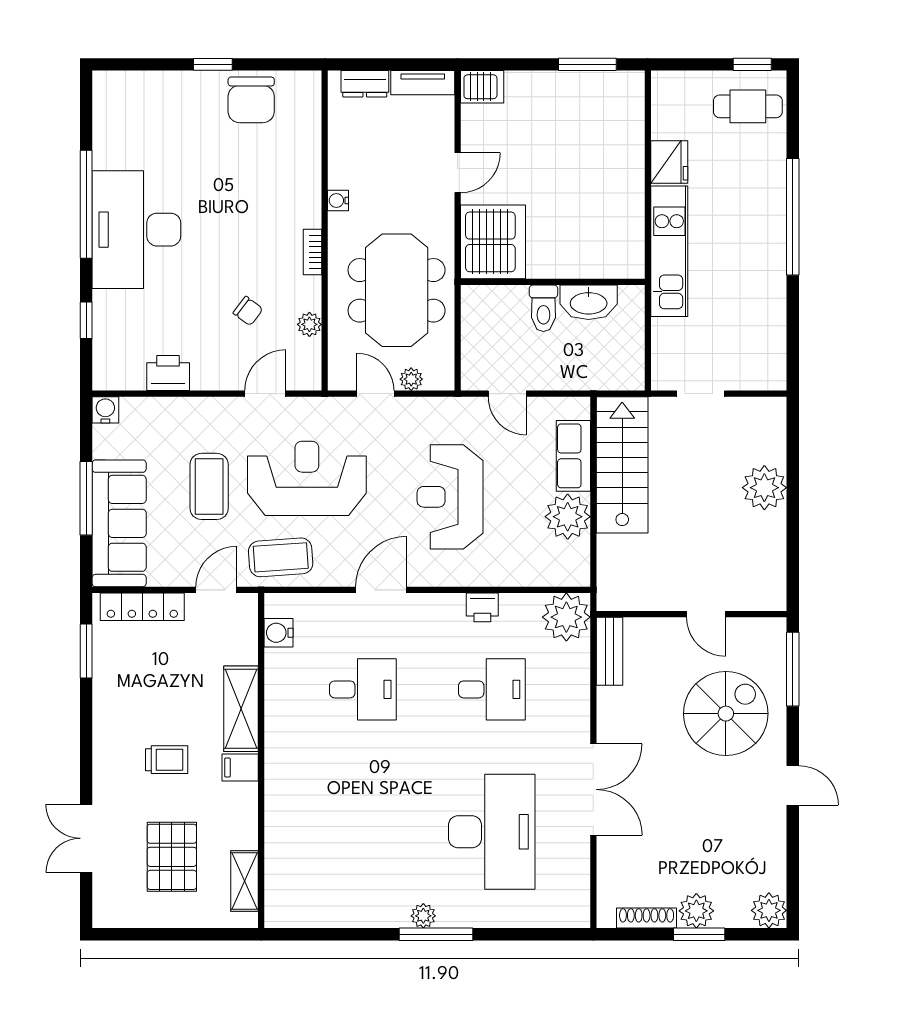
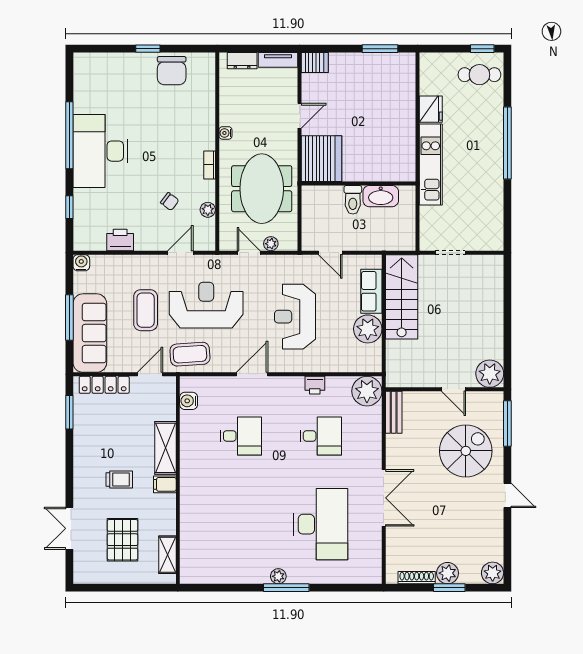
plant: (764, 488) -> (490, 374), moved

